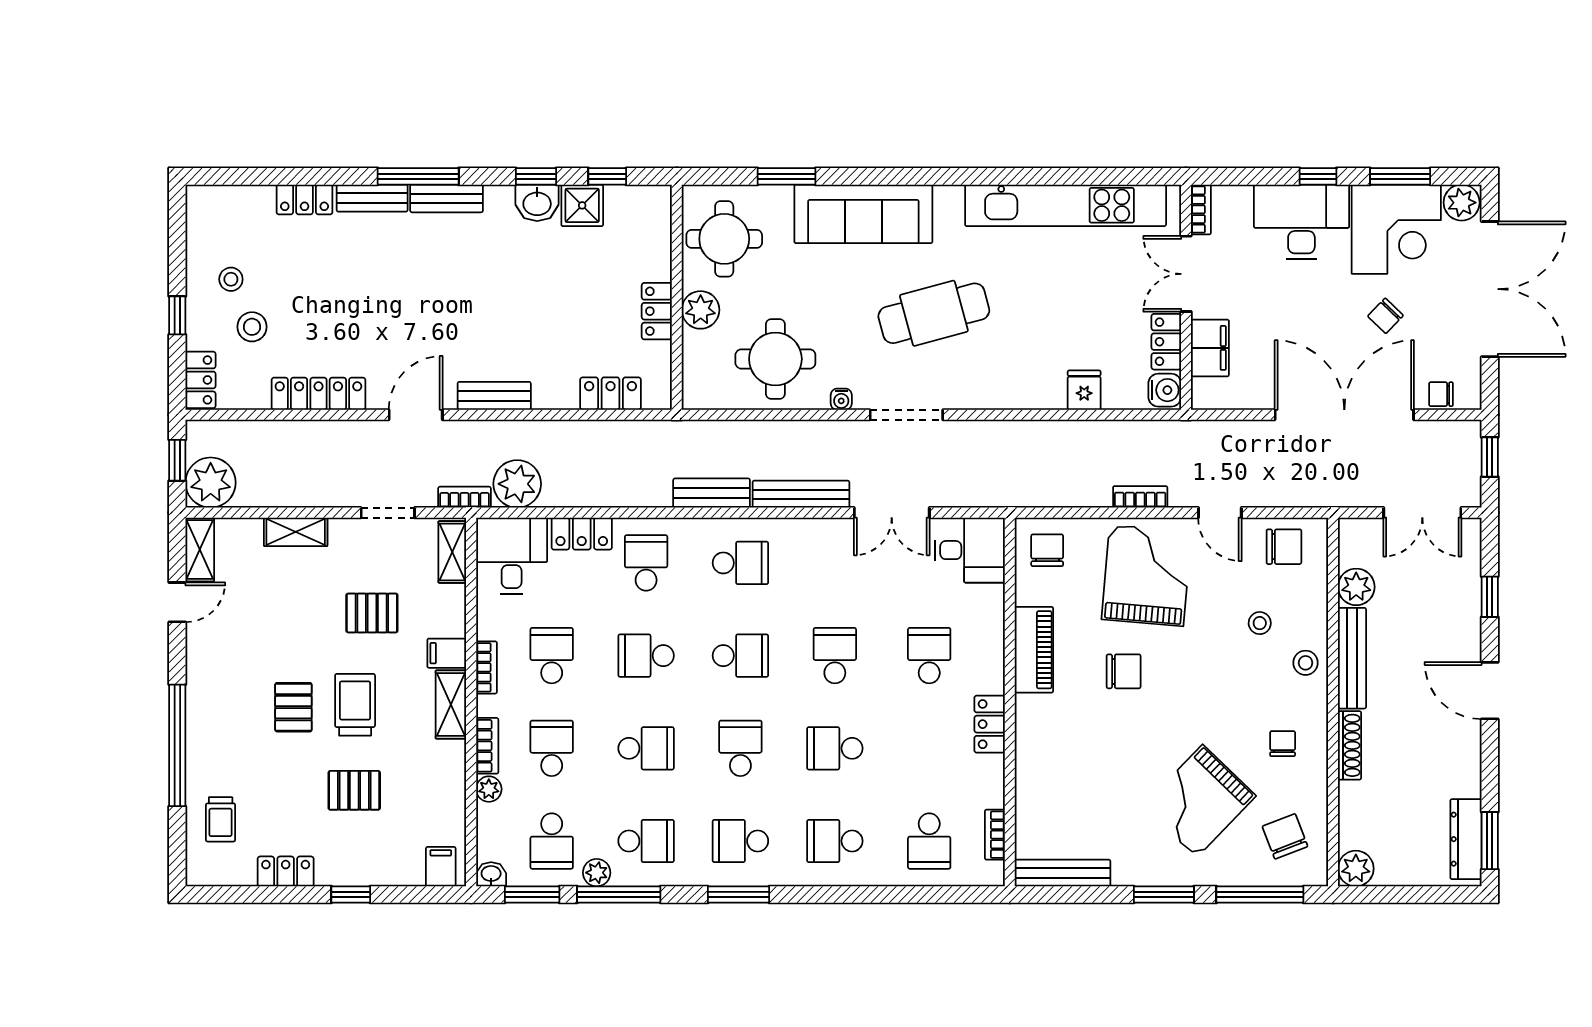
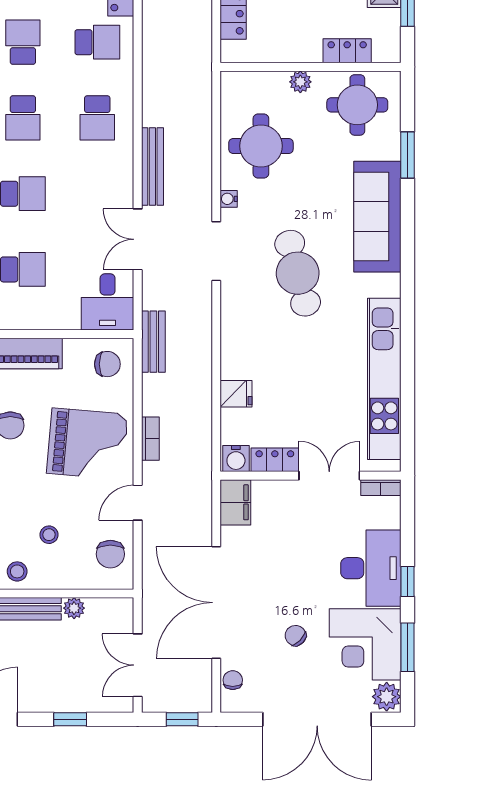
plant: (701, 310) -> (300, 82), width x0.73, depth x0.73
locker: (657, 311) -> (347, 51), moved
filing cabinet: (1210, 348) -> (235, 502), moved, turned -90
double door: (1344, 415) -> (216, 603), swing flipped
bench: (712, 493) -> (153, 342), moved
plant: (1356, 587) -> (74, 608), width x0.73, depth x0.73

